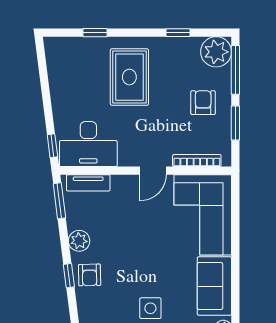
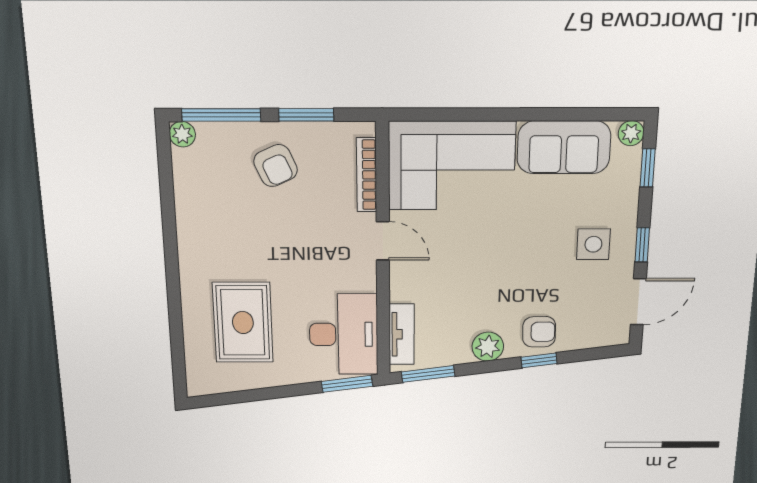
window: (95, 33) -> (176, 326), removed
window: (178, 33) -> (168, 204), removed
plant: (216, 52) -> (182, 134), width x0.53, depth x0.53
rug: (129, 77) -> (243, 322), moved, turned 90
armchair: (203, 103) -> (276, 166), turned -114
window: (52, 146) -> (347, 384), width x1.50

